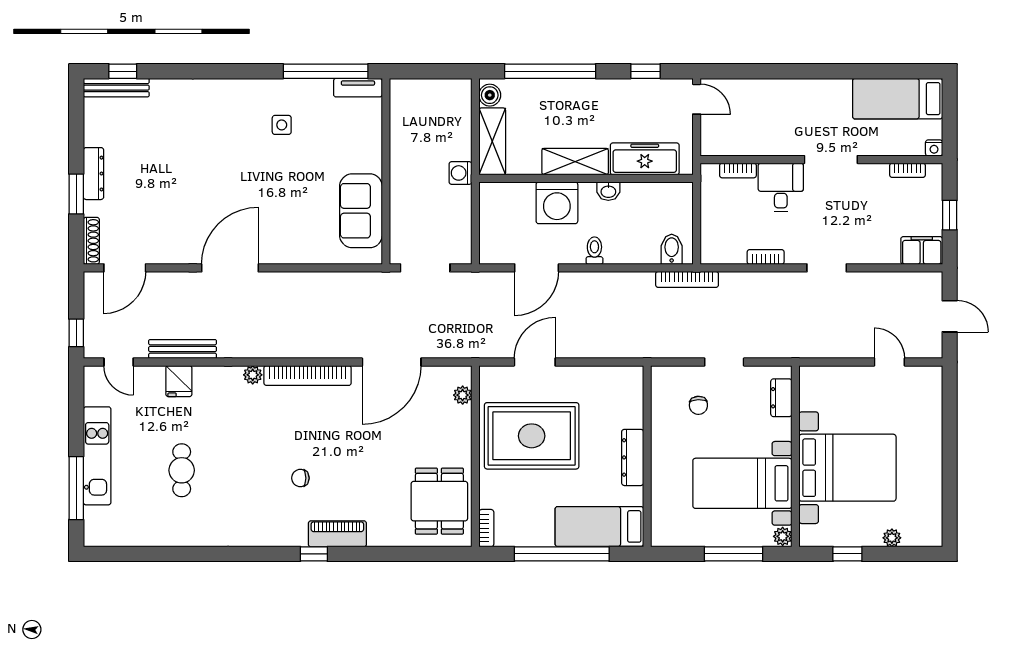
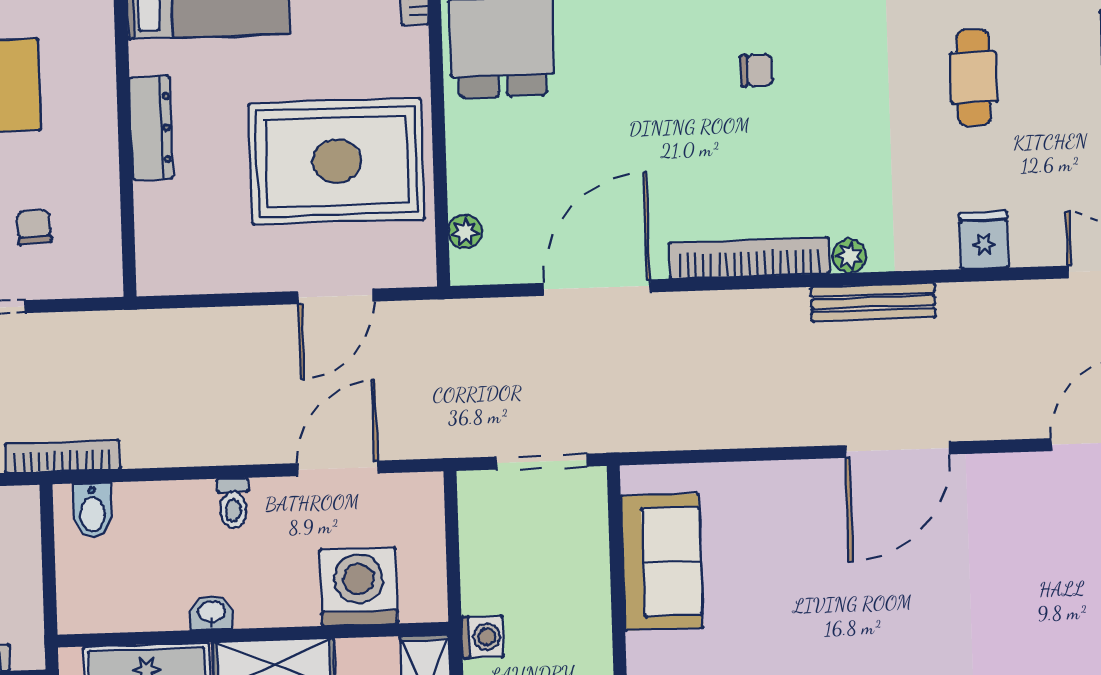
washing machine: (557, 203) -> (359, 587), moved
bench: (183, 349) -> (873, 302), moved

